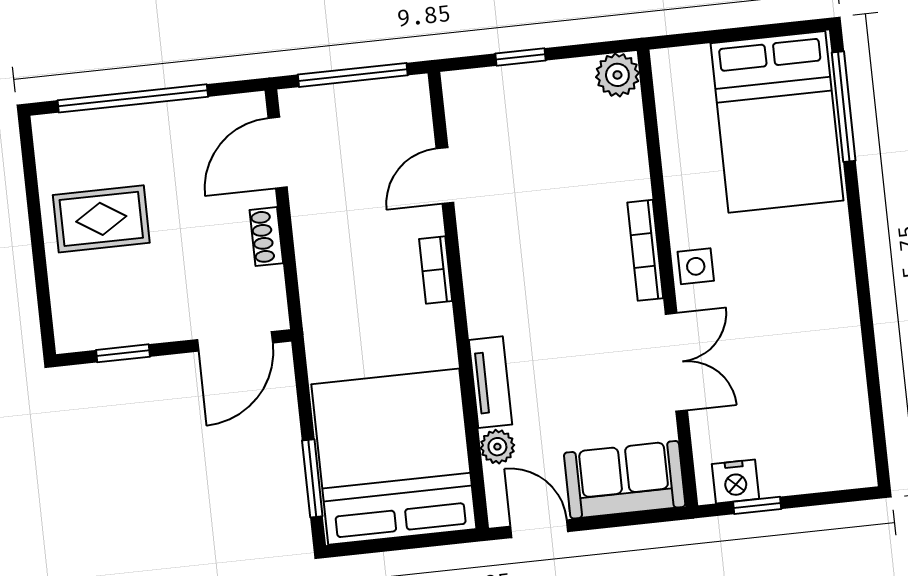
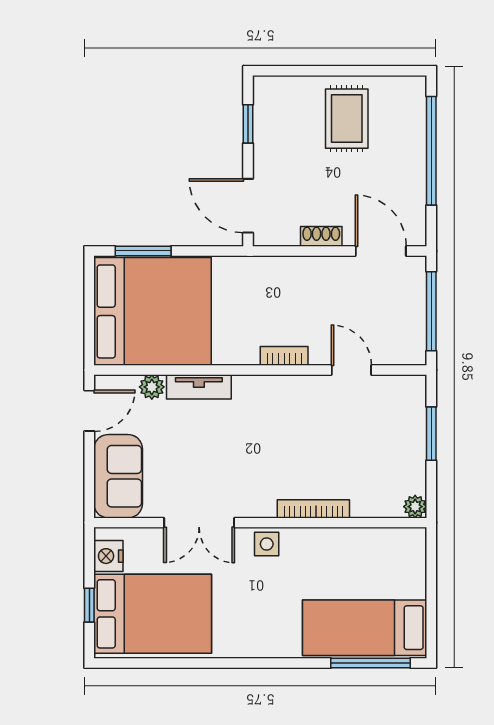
window: (520, 57) -> (431, 434), width x1.50
plant: (617, 75) -> (415, 507), width x0.73, depth x0.73
bed: (777, 122) -> (365, 628), width x0.67
bookcase: (645, 250) -> (313, 509), moved
bed: (808, 412) -> (153, 614), added
window: (757, 505) -> (89, 605), moved

